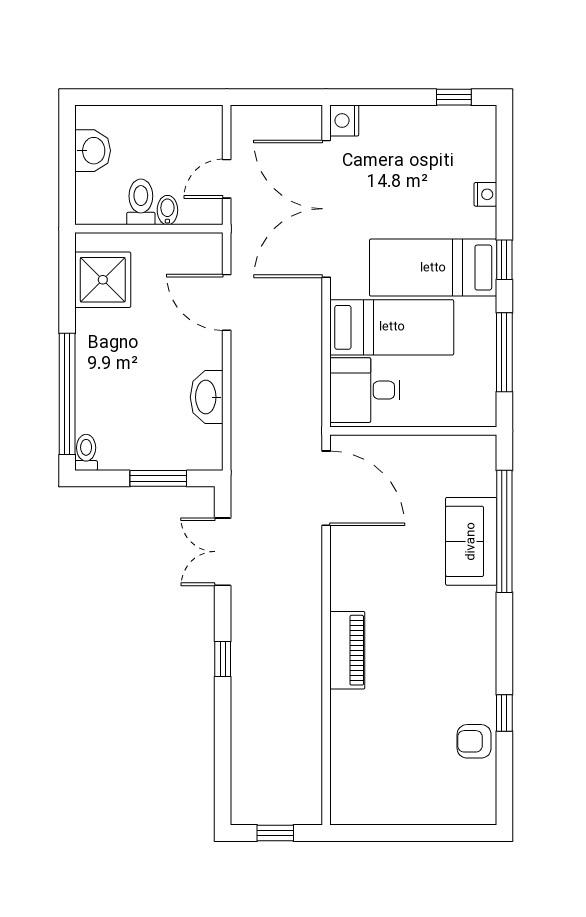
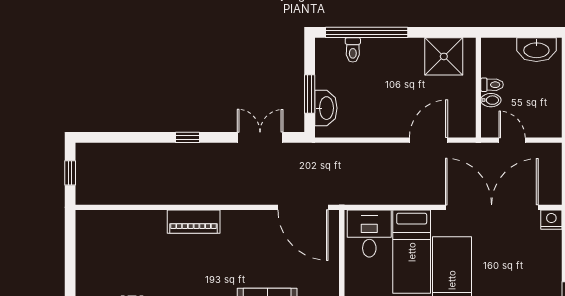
washbasin: (93, 151) -> (536, 50), width x1.38
toilet: (141, 202) -> (492, 85), width x0.73, depth x0.72
washbasin: (207, 397) -> (326, 108), moved, turned 90
toilet: (86, 452) -> (353, 50), moved, turned 90
door: (326, 488) -> (303, 207), hinge flipped

